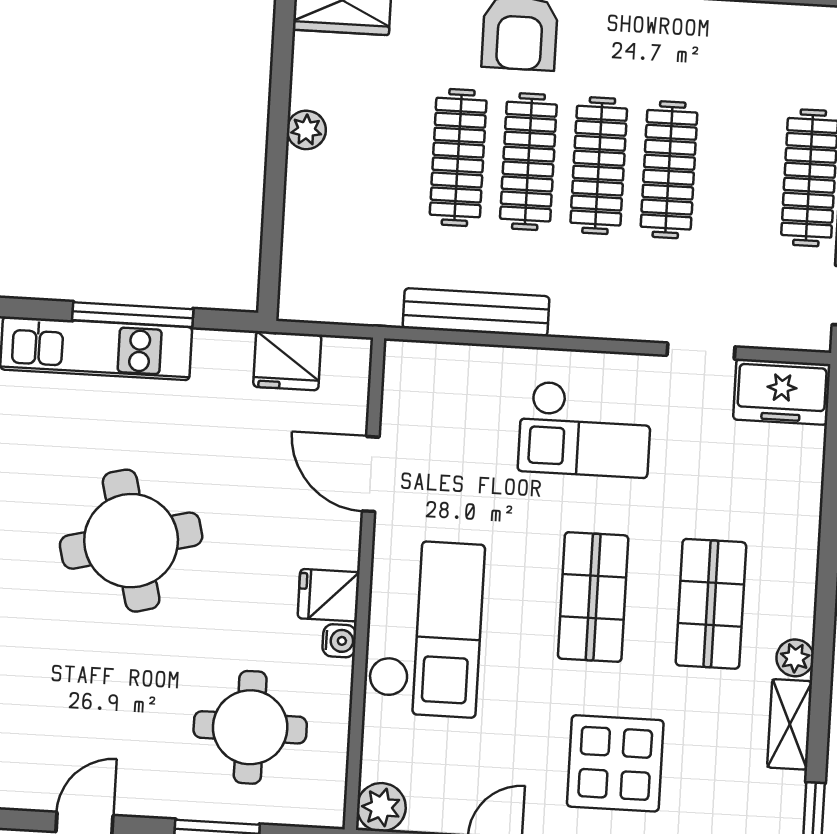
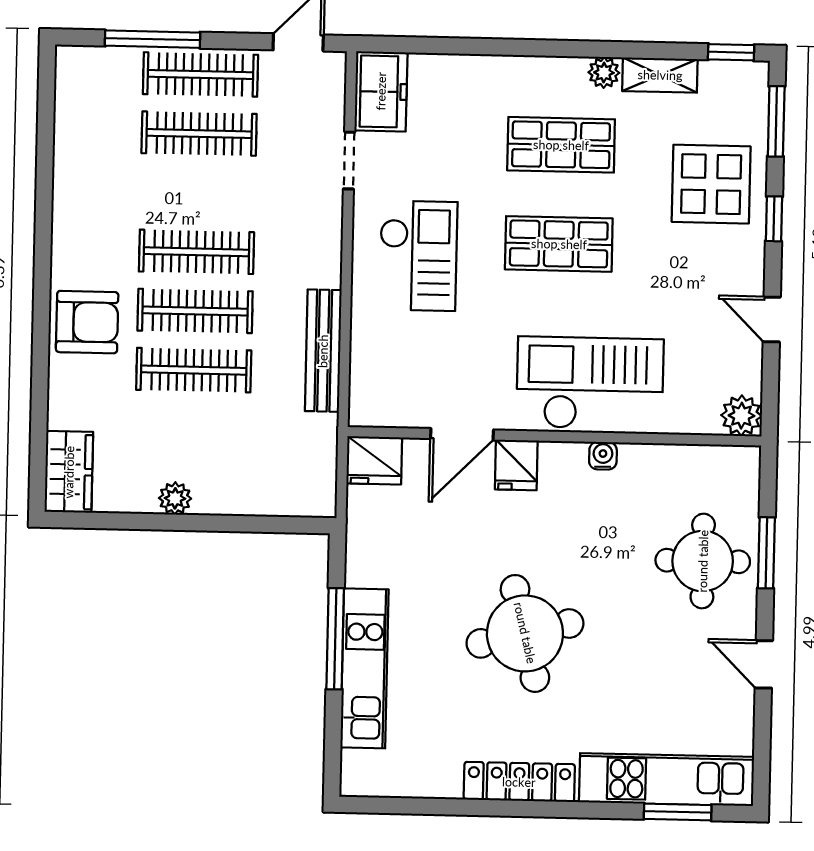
clothes rail: (669, 170) -> (199, 134), moved
fridge: (287, 361) -> (374, 460), moved, turned 90
fridge: (329, 595) -> (516, 465), moved
round table: (250, 727) -> (703, 561), moved
display table: (615, 763) -> (711, 184), moved

